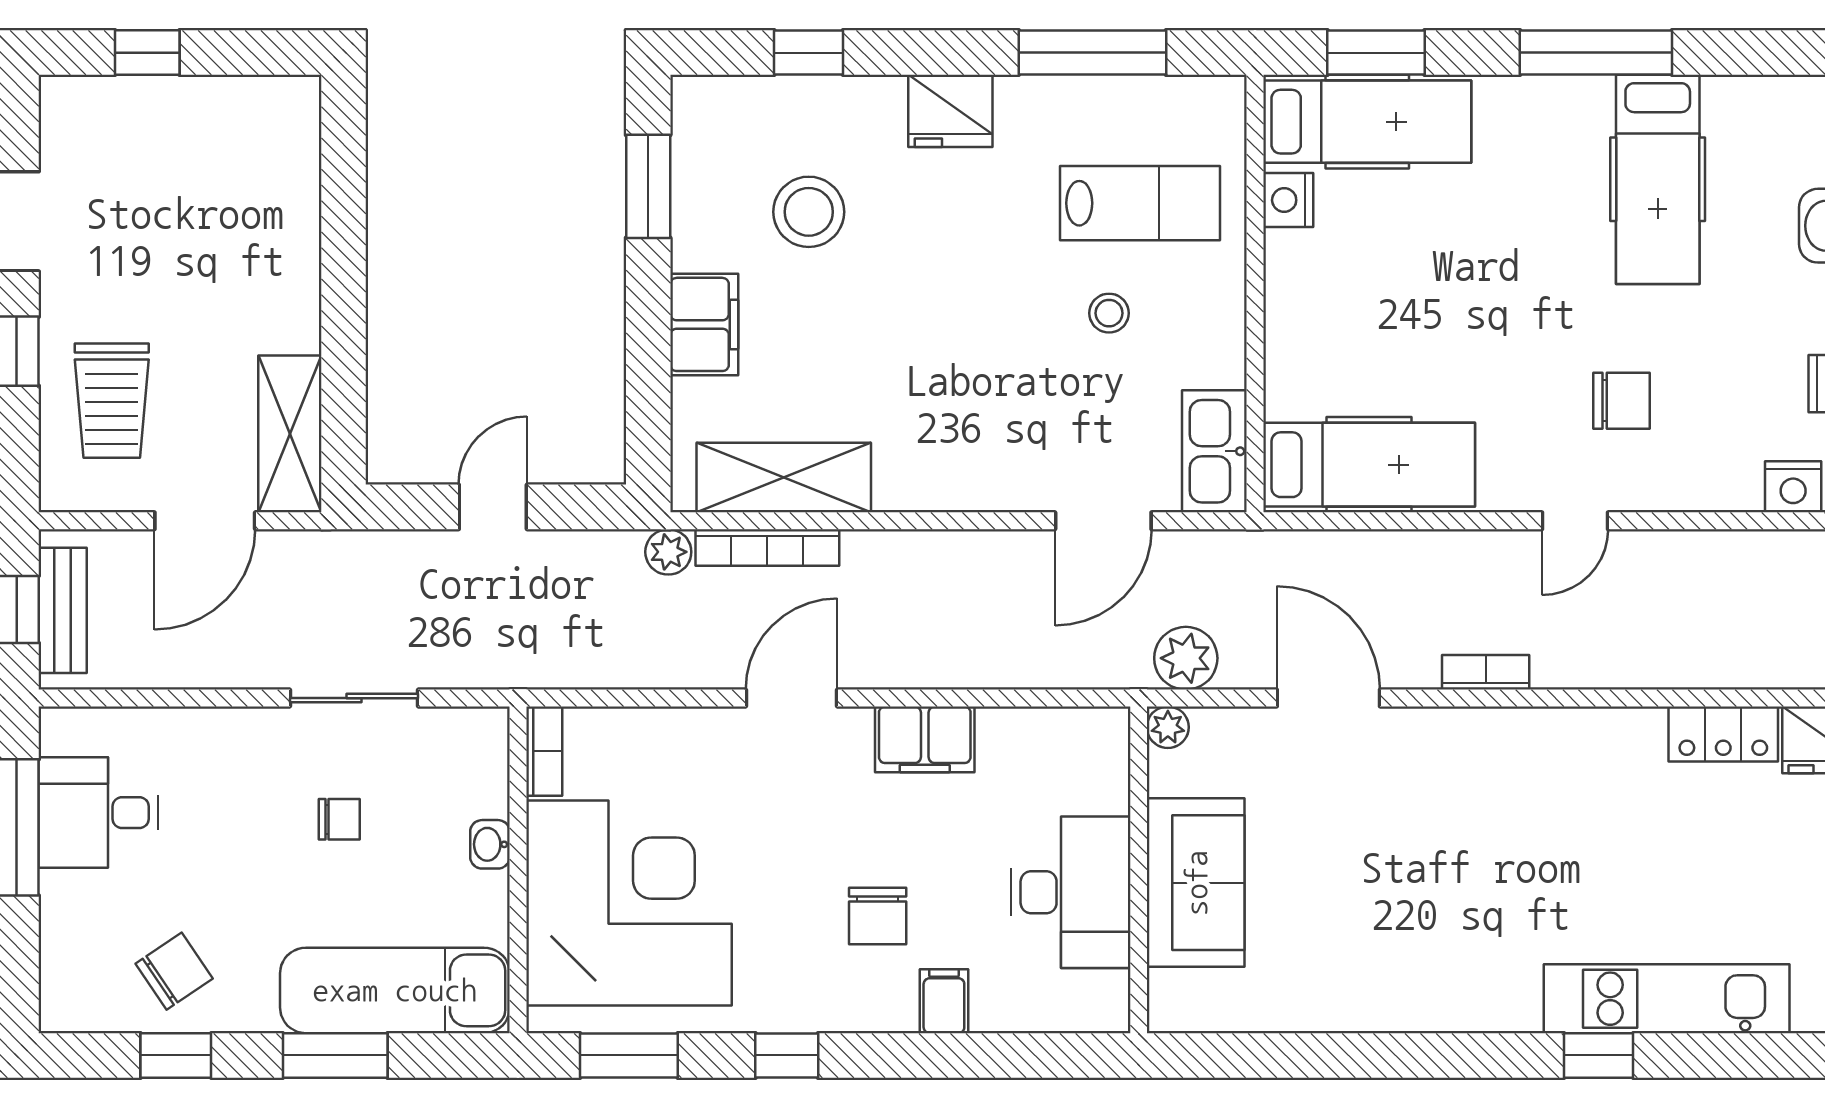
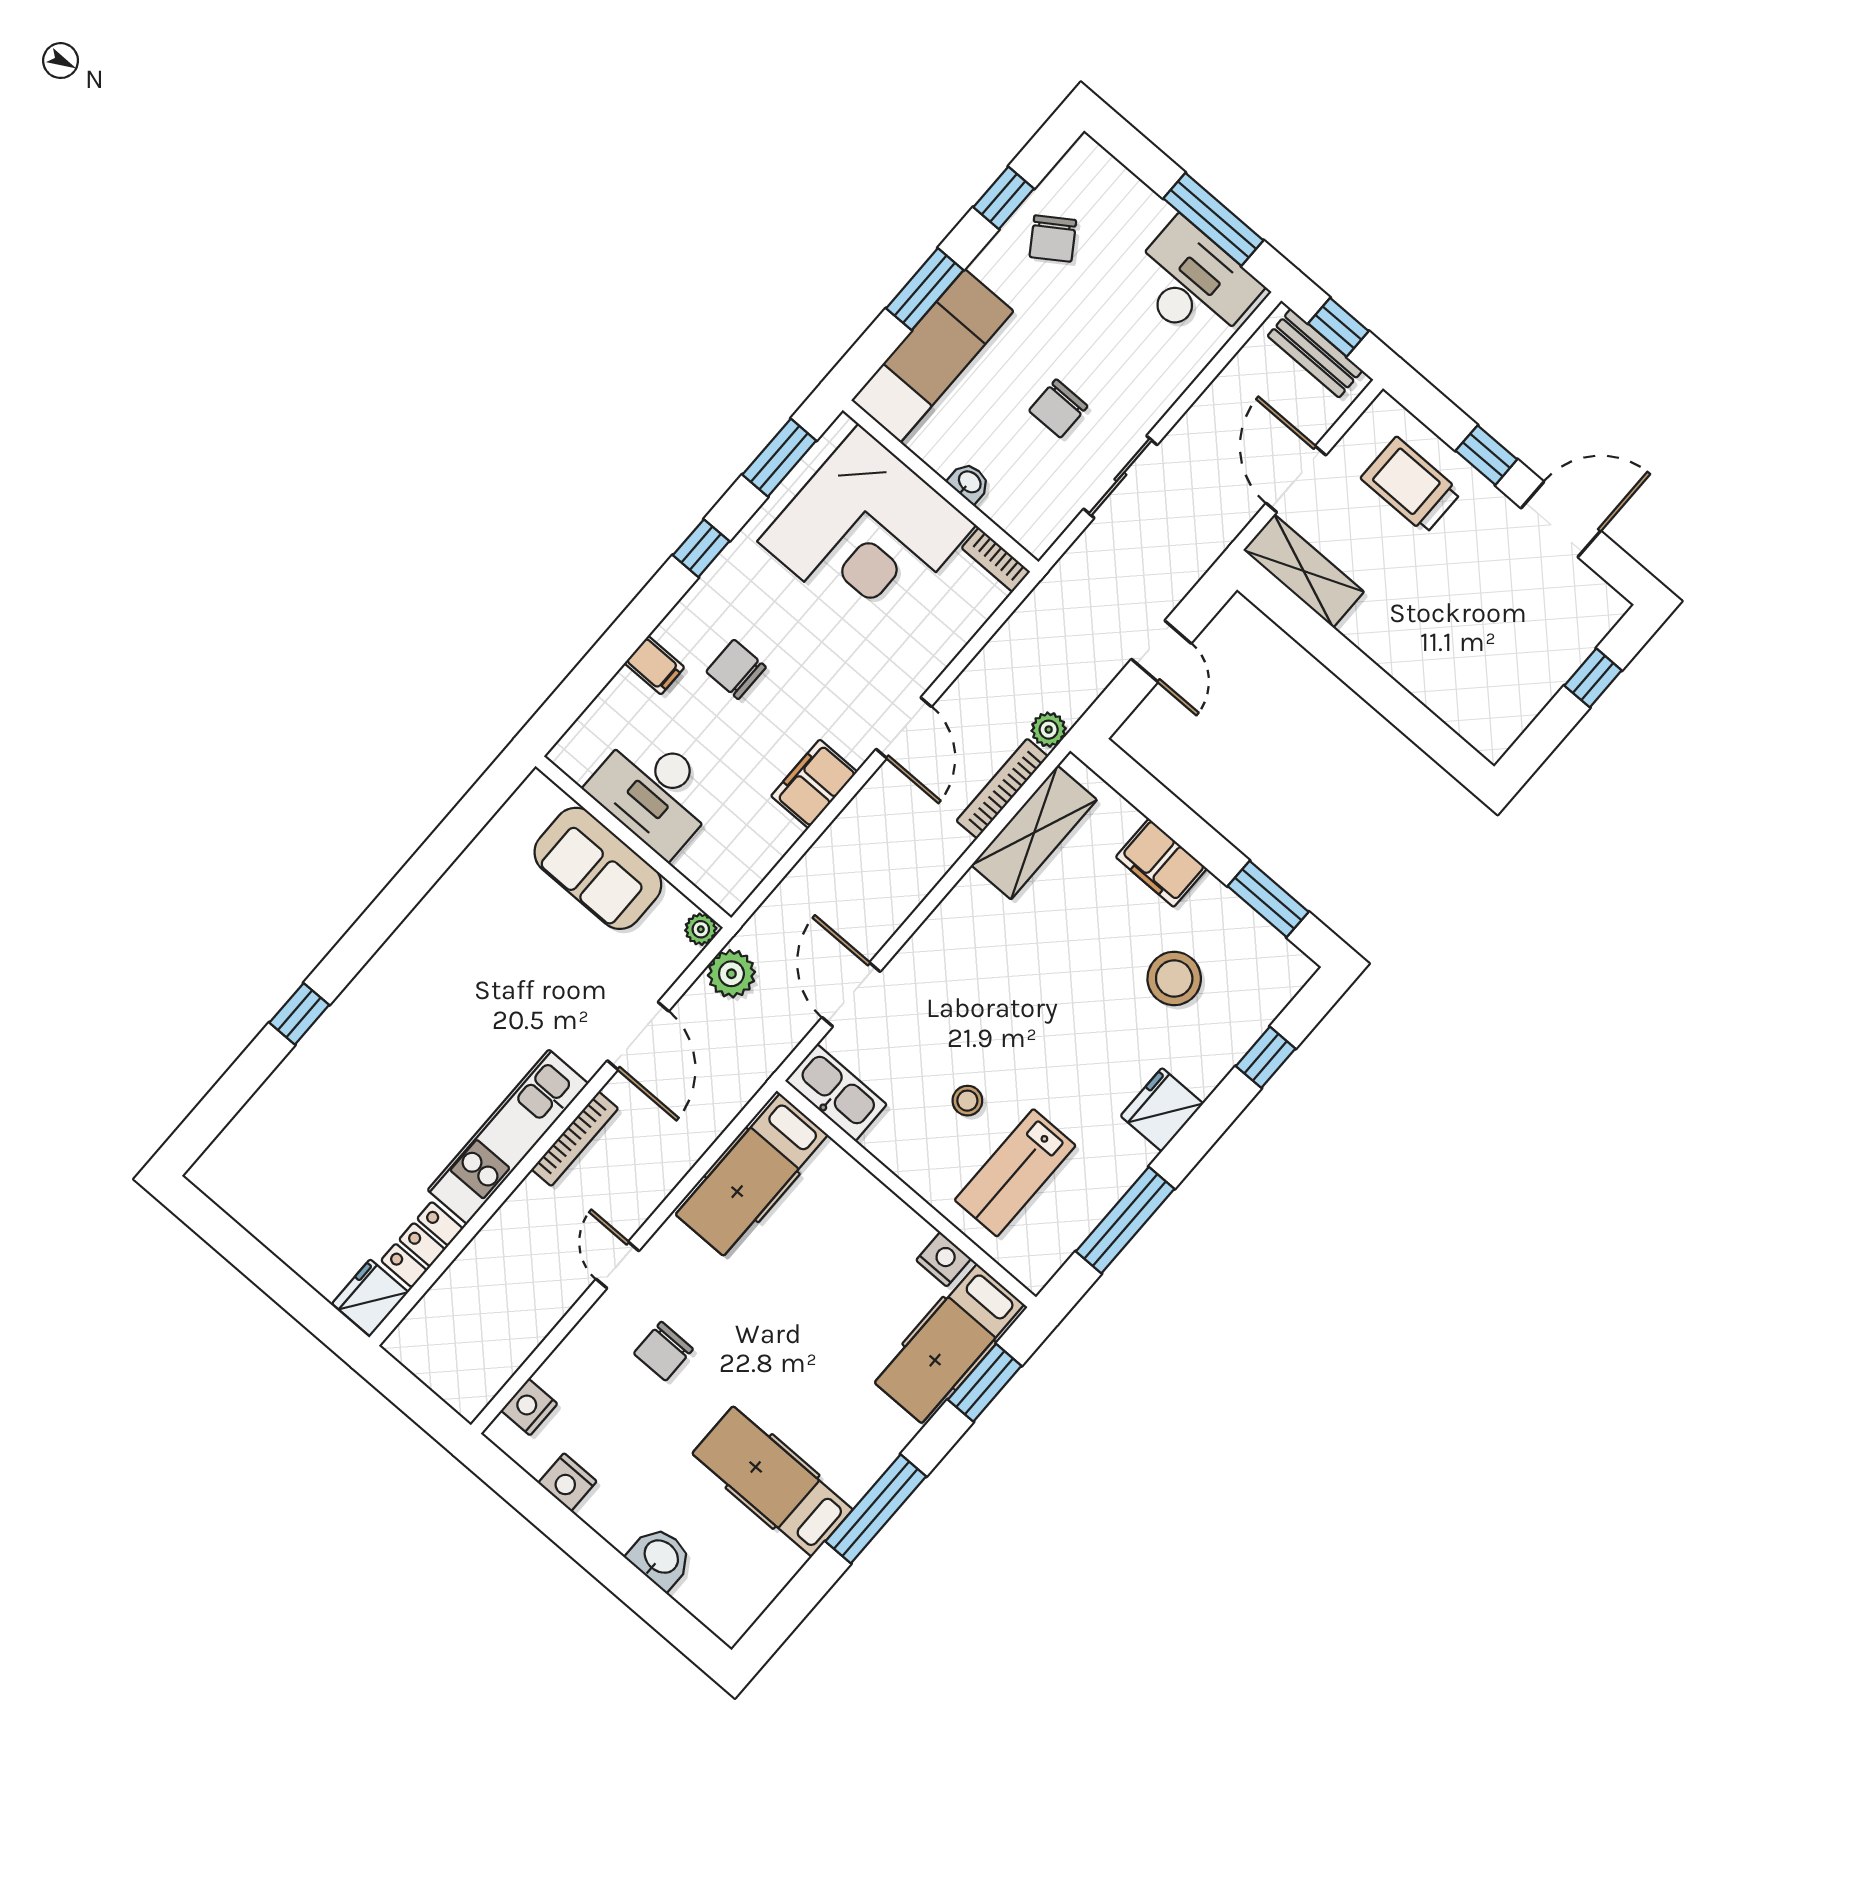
bookcase: (1486, 672) -> (575, 1139), width x1.56
door: (1328, 698) -> (638, 1036), hinge flipped
desk: (98, 813) -> (1193, 284), width x1.37
chair: (339, 819) -> (1058, 408), width x1.37, depth x1.37
kitchen unit: (1667, 999) -> (508, 1137), moved, turned 180

